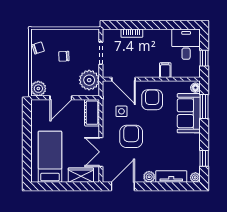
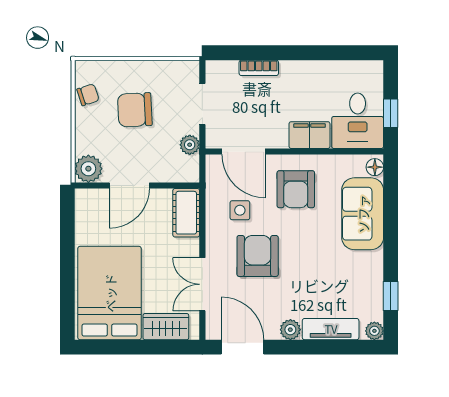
desk: (186, 44) -> (358, 121), moved, turned 180
chair: (64, 56) -> (135, 110), width x1.87, depth x1.87
filing cabinet: (165, 70) -> (310, 135), width x2.00
plant: (89, 80) -> (190, 145), width x0.53, depth x0.53
armchair: (152, 100) -> (296, 189), turned 180
window: (204, 107) -> (391, 202), removed
bed: (50, 157) -> (110, 293), width x1.50
door: (123, 186) -> (242, 347), hinge flipped

